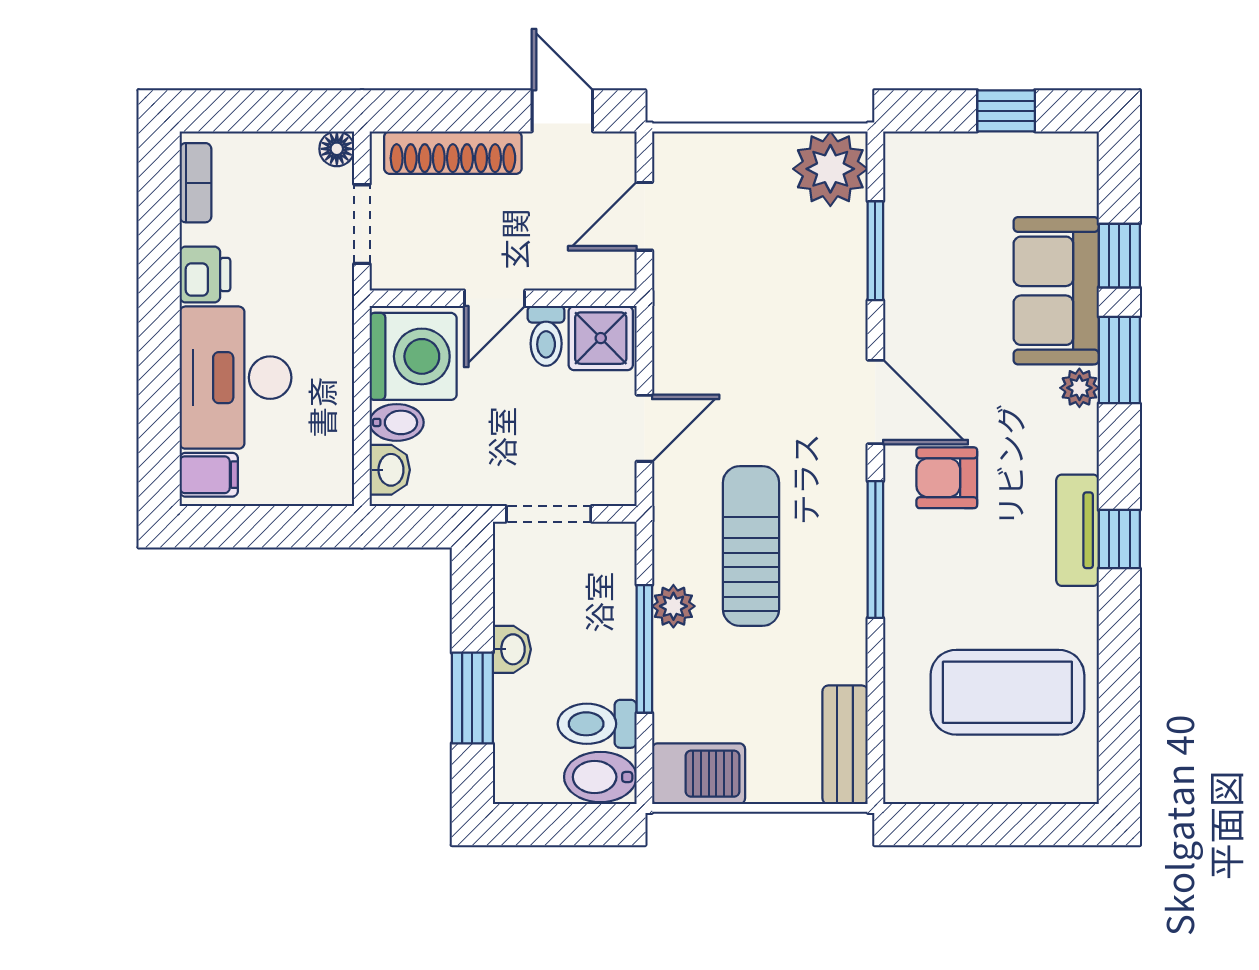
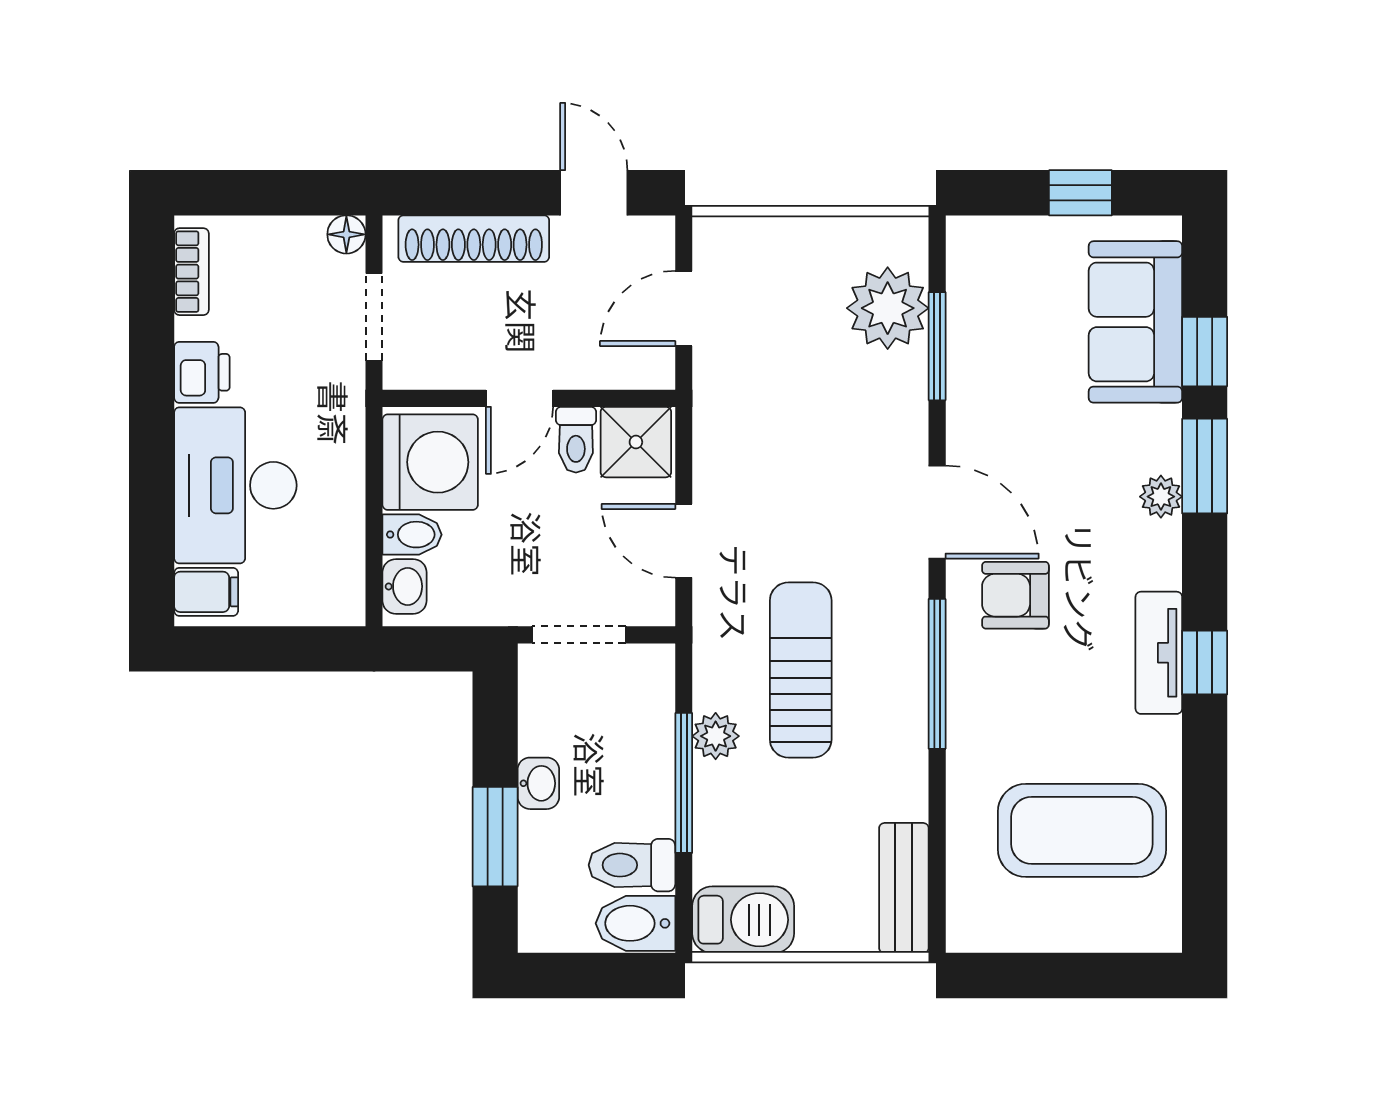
plant: (830, 169) -> (888, 308), moved
sofa: (1056, 291) -> (1135, 322), moved
door: (644, 428) -> (684, 541), swing flipped

